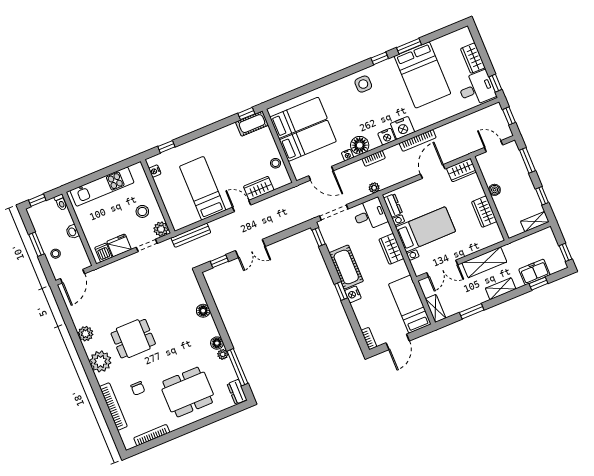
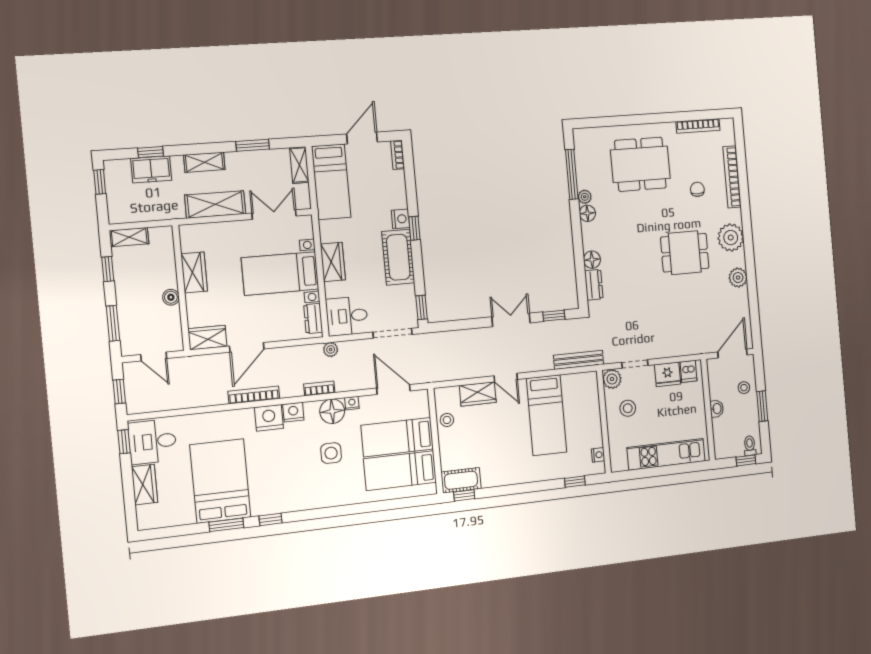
side table: (363, 84) -> (331, 453), moved
toilet: (61, 202) -> (750, 446), moved
dresser: (237, 392) -> (594, 285), moved

